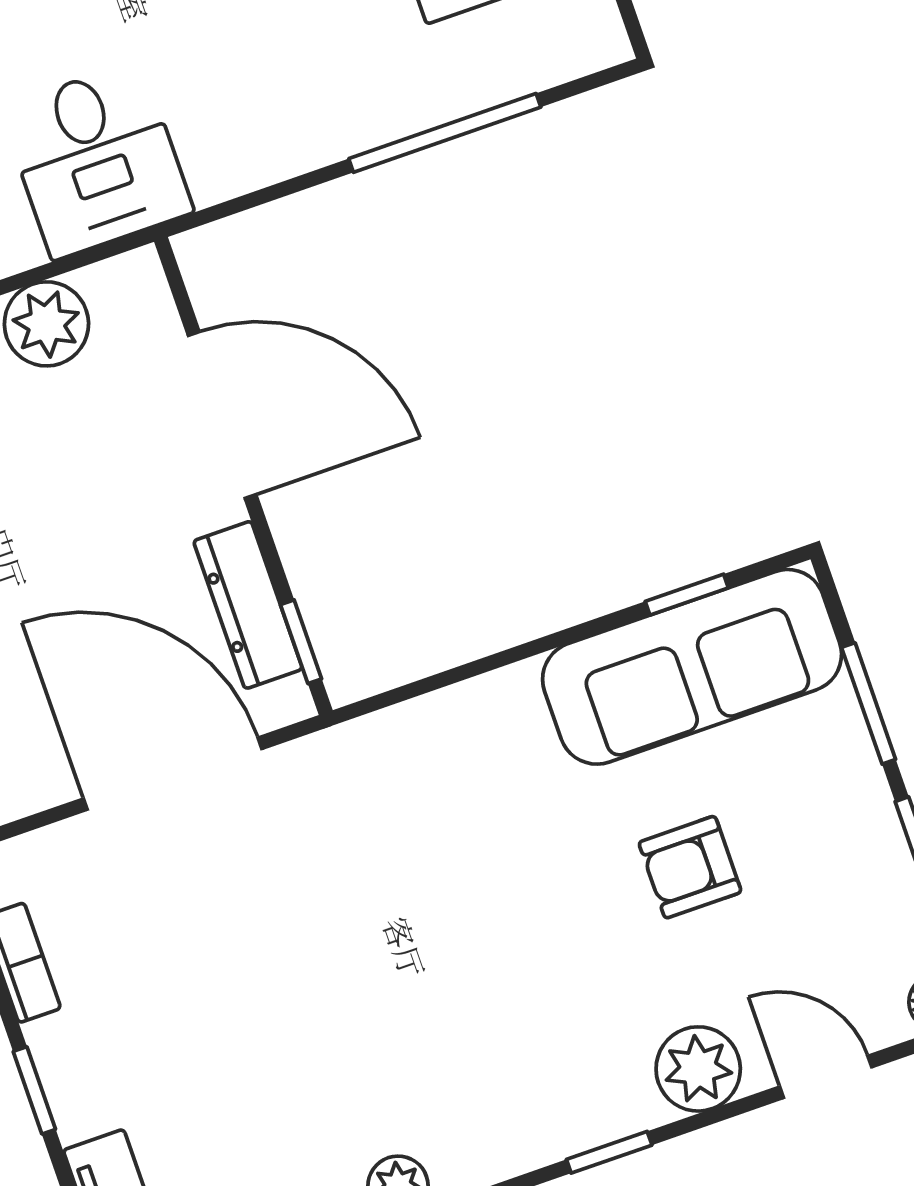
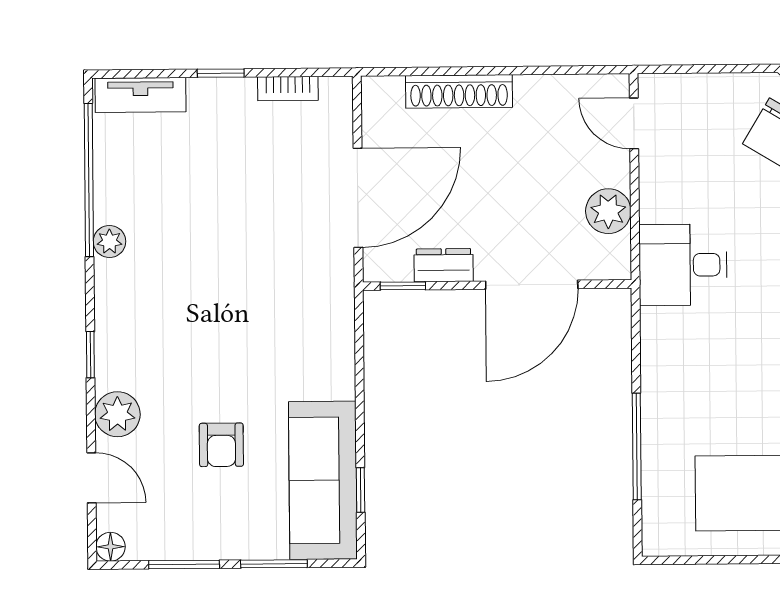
dresser: (248, 605) -> (444, 265), width x0.70
armchair: (690, 867) -> (221, 445), turned 180
door: (826, 1077) -> (91, 478), hinge flipped

